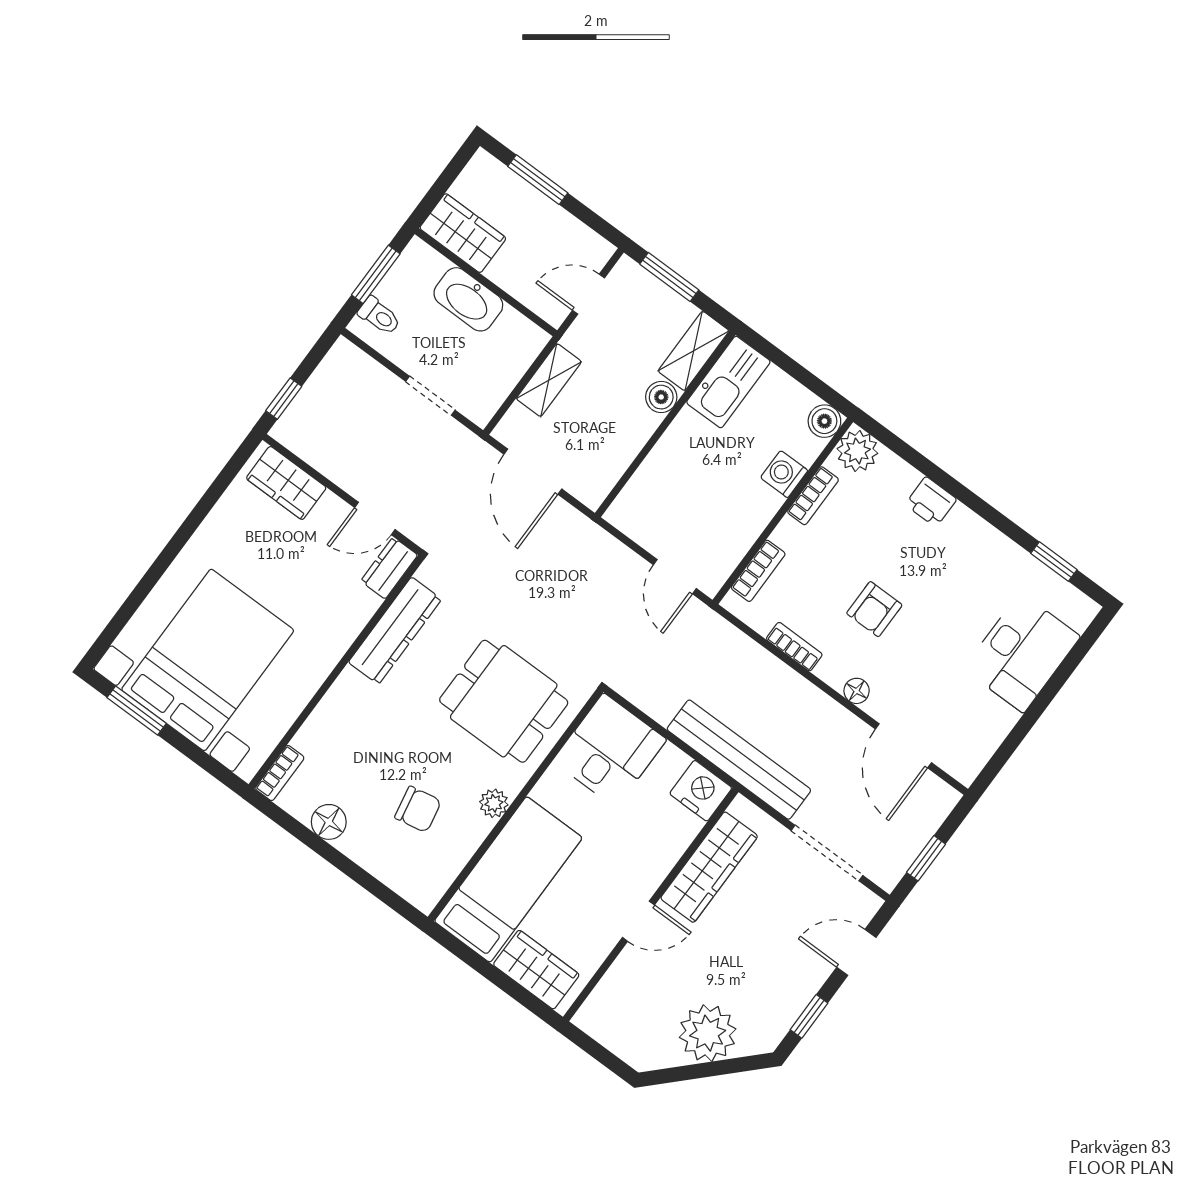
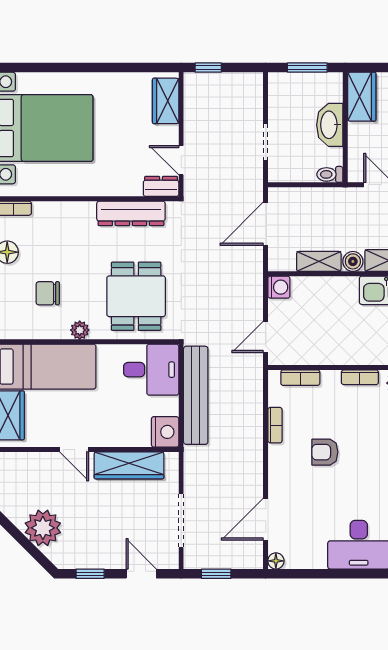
toilet: (379, 316) -> (330, 174), moved, turned 90
shelving: (549, 380) -> (319, 261), moved
washing machine: (784, 474) -> (279, 287), moved, turned 90
floor lamp: (857, 691) -> (276, 561), moved
bench: (739, 760) -> (196, 395), moved
chair: (418, 809) -> (48, 293), turned 101

